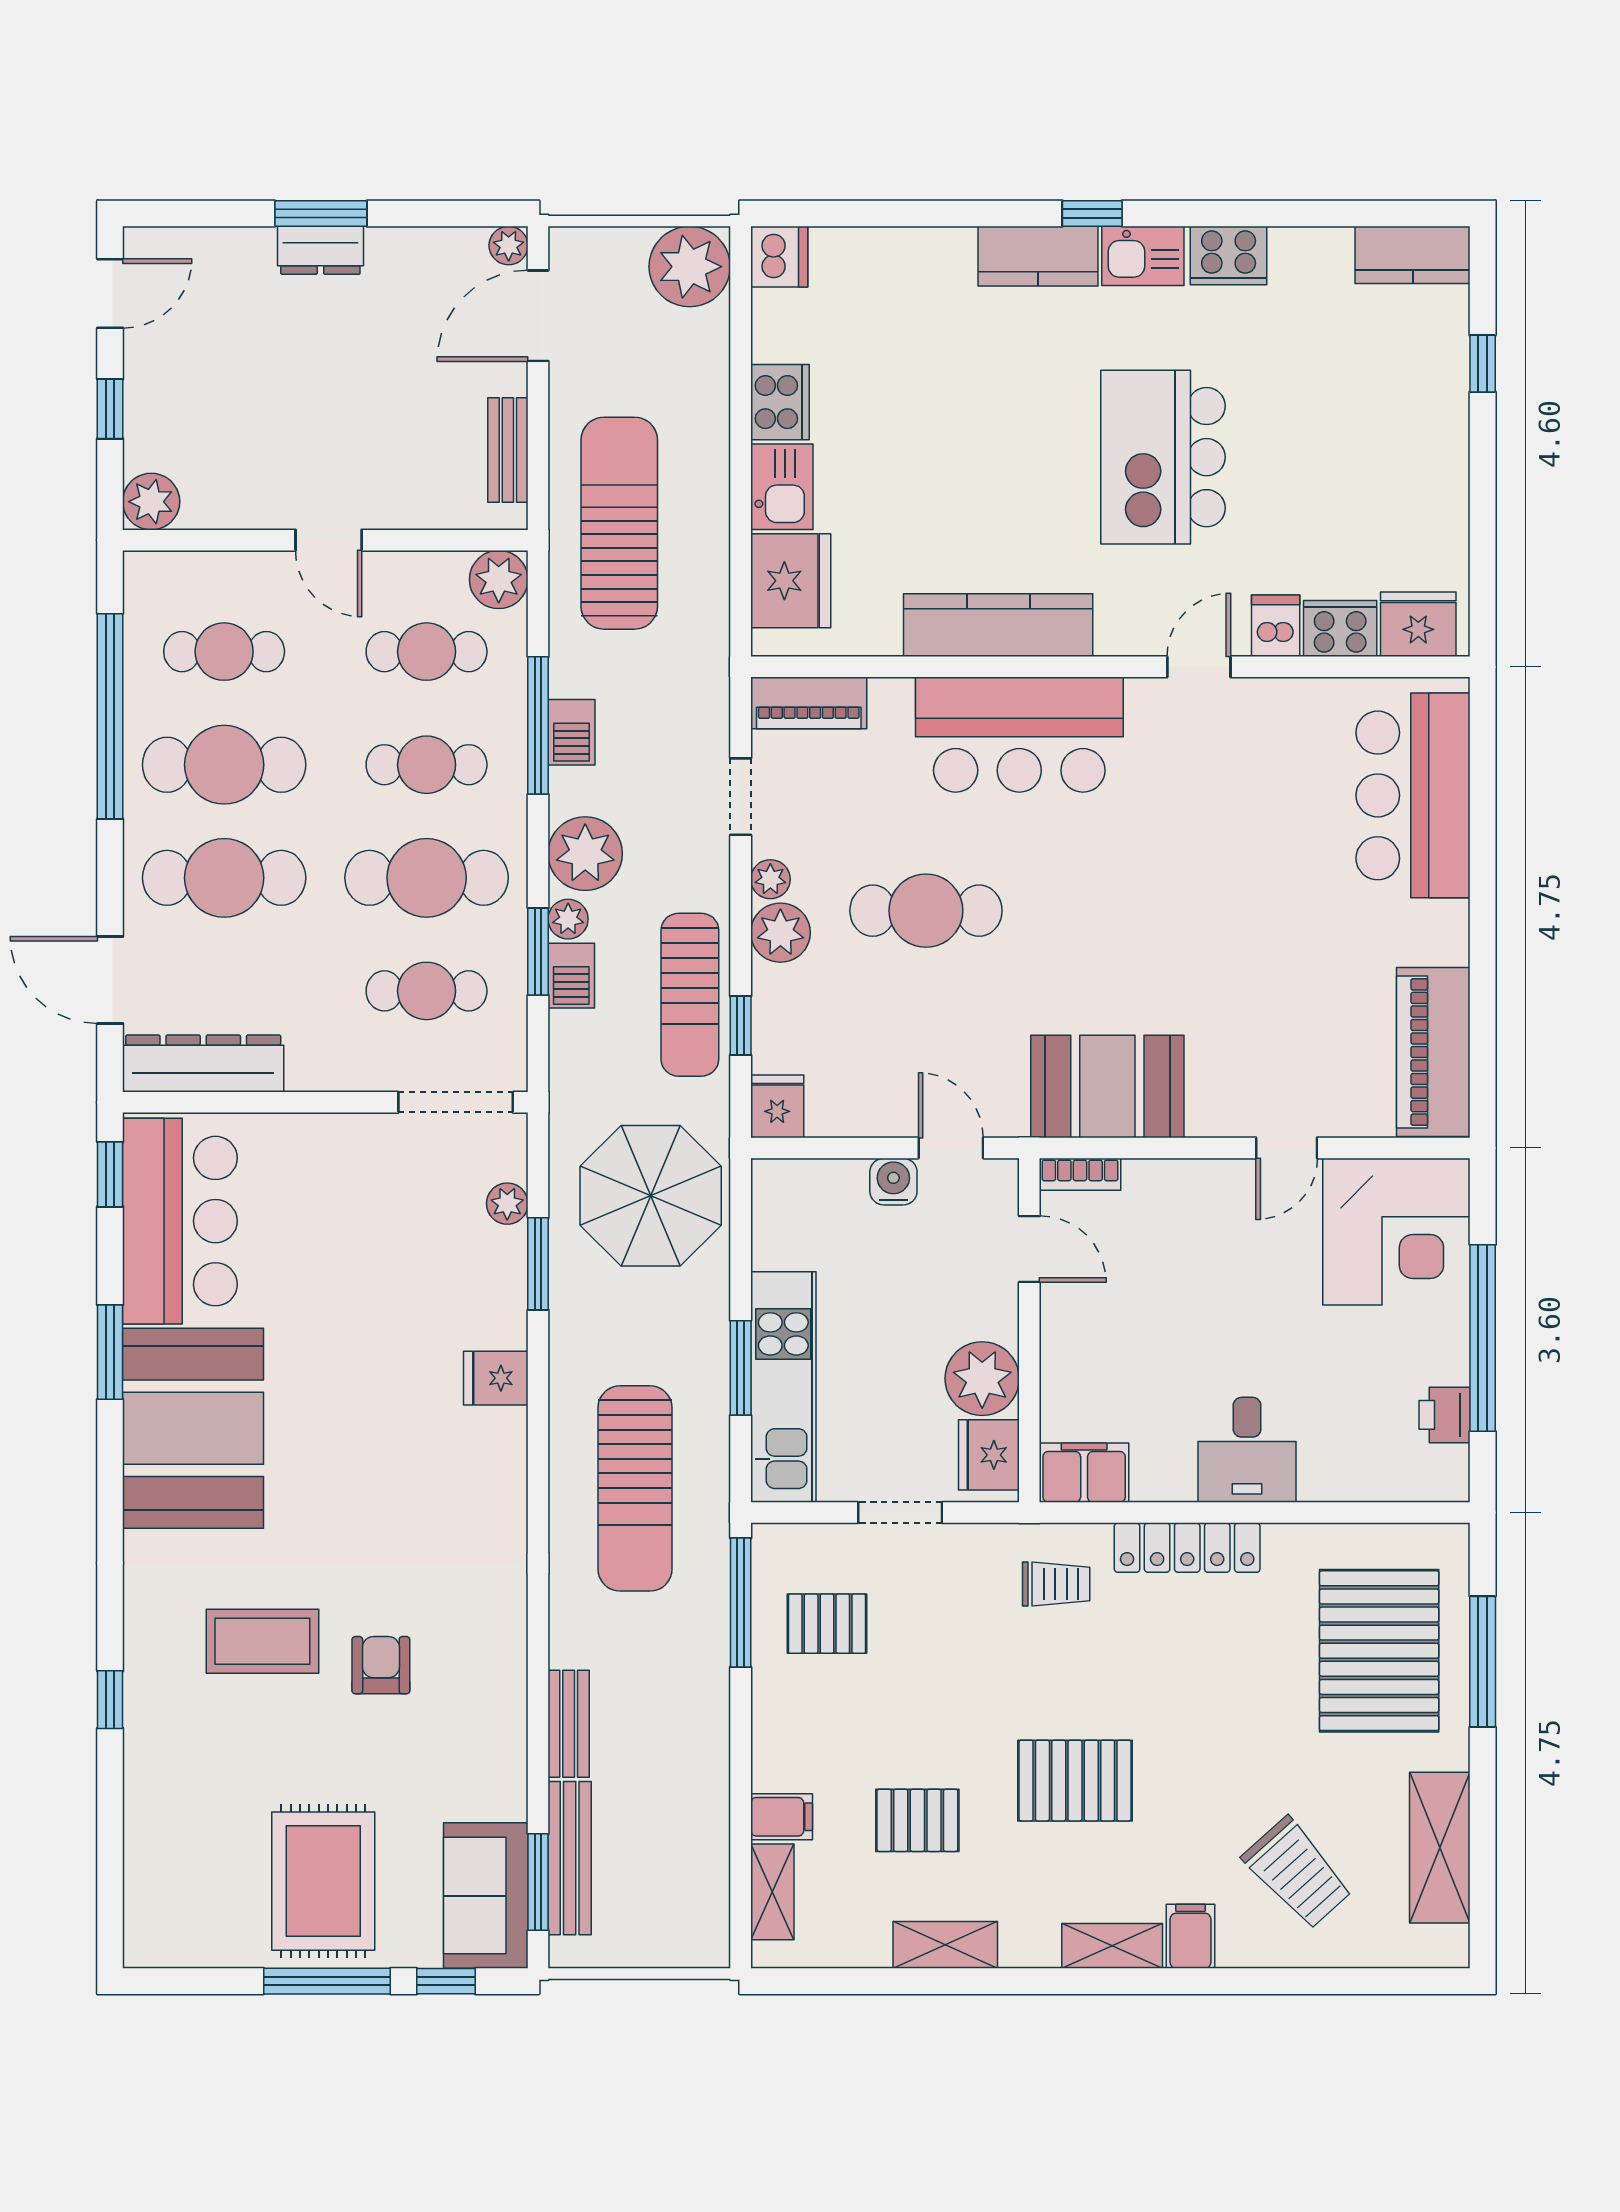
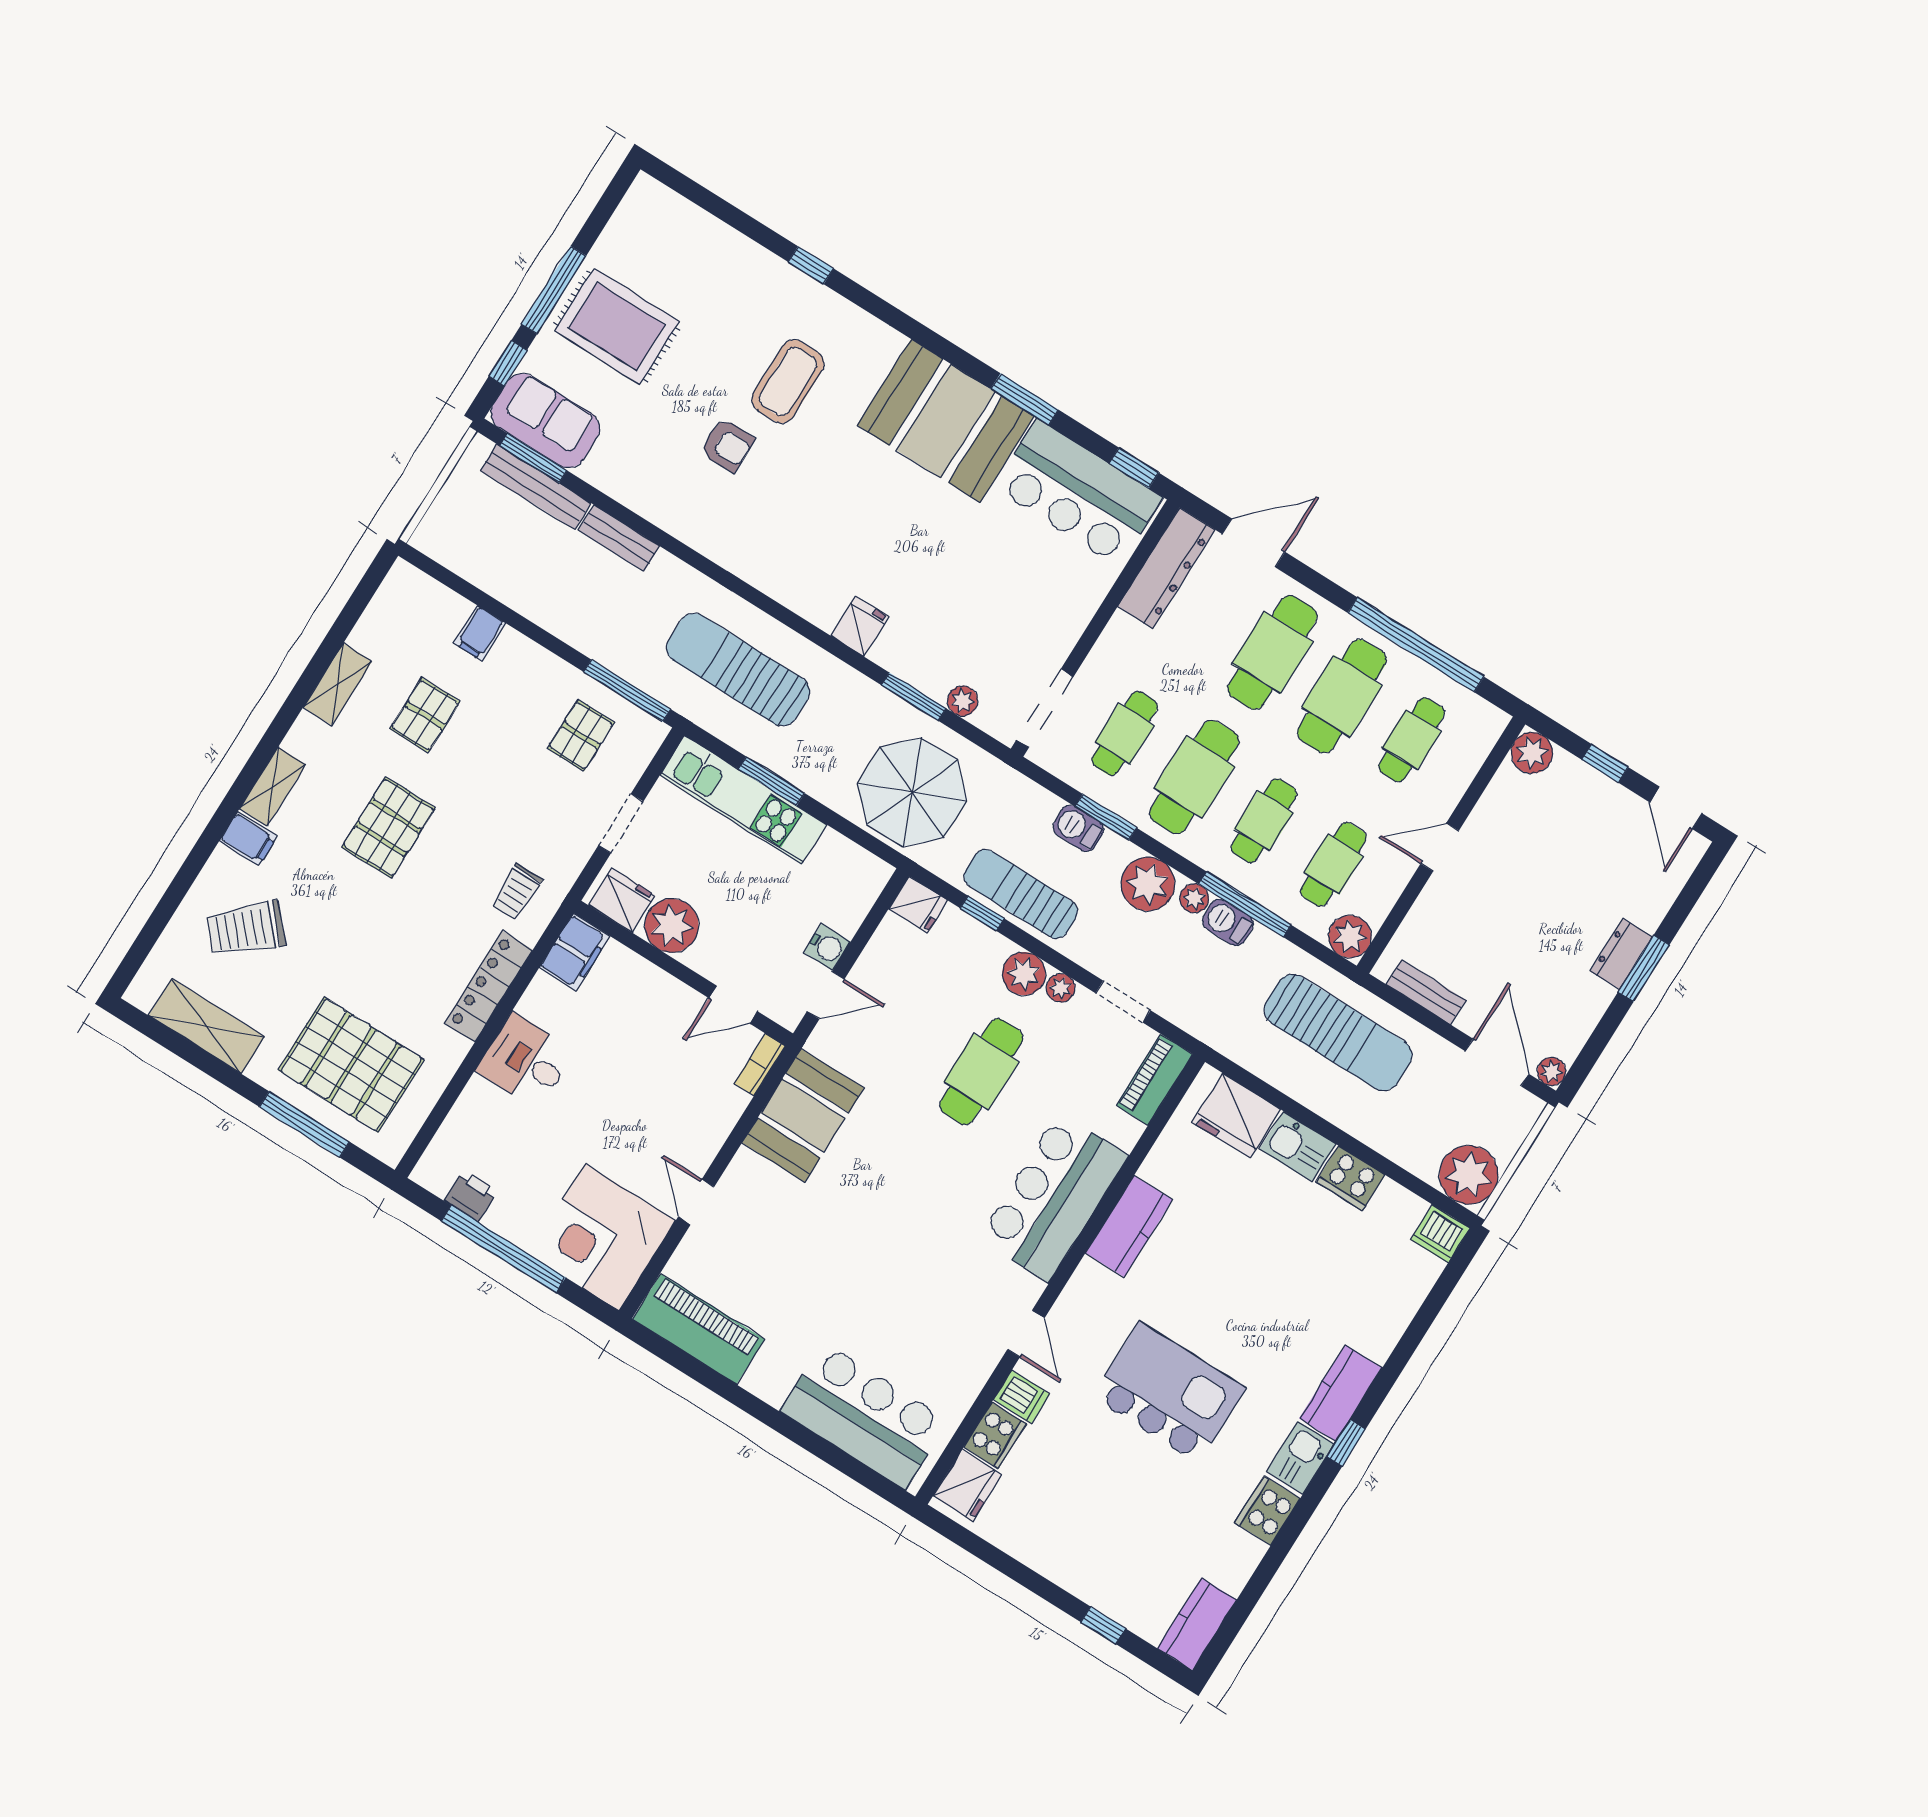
kitchen counter: (998, 625) -> (1129, 1226), width x0.67
plant: (568, 919) -> (1194, 898), moved
shelving: (772, 1892) -> (437, 598), removed

